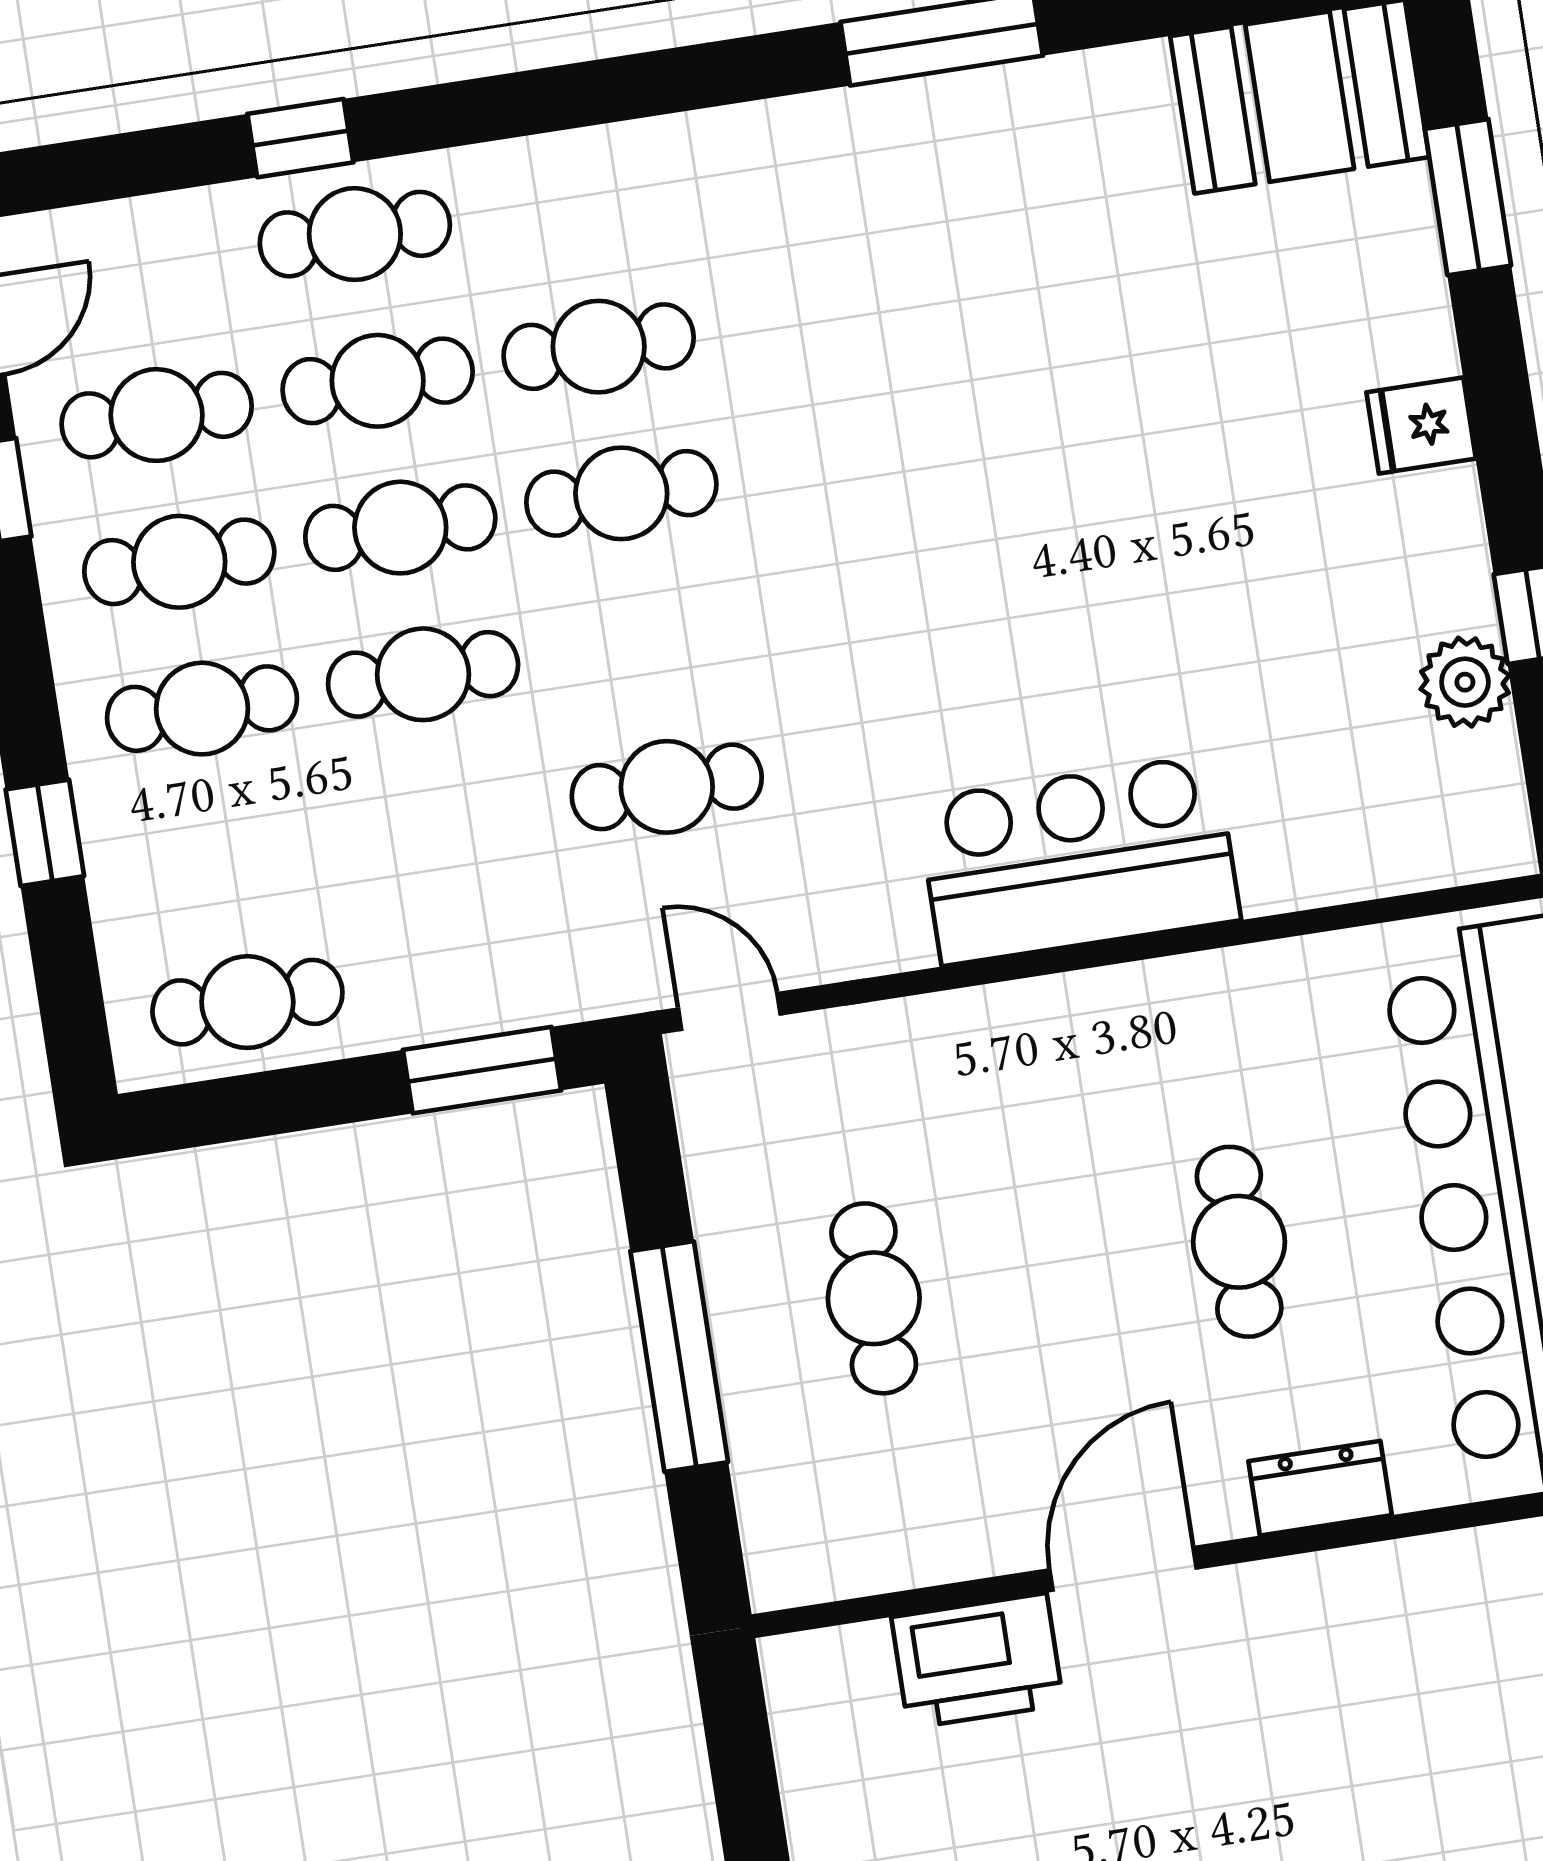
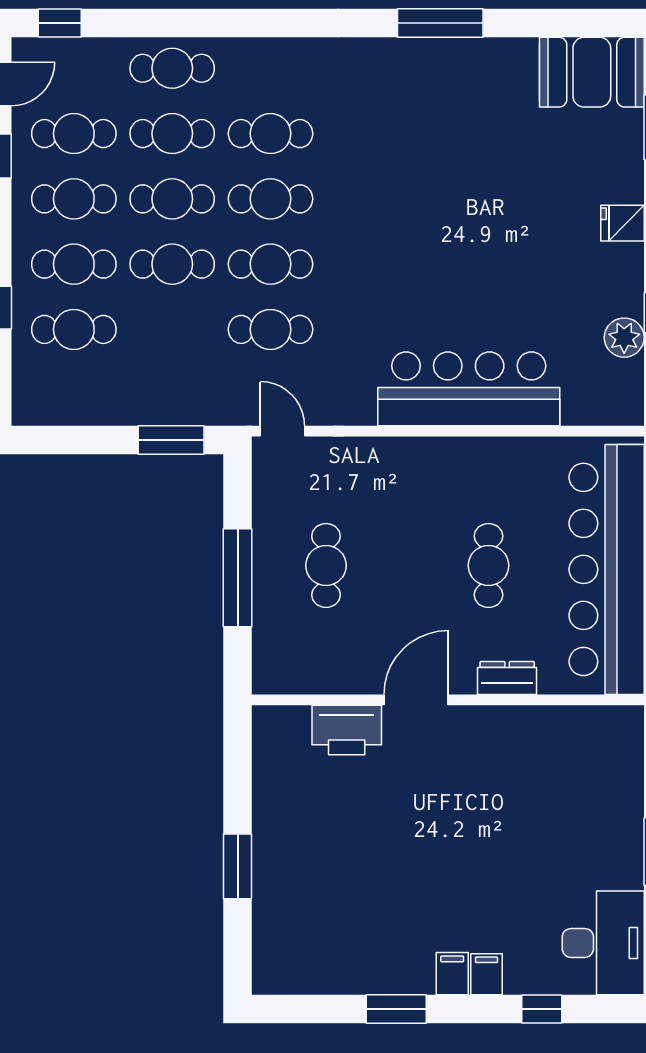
window: (300, 138) -> (60, 23), moved
cafe table: (644, 640) -> (270, 264), added
bar counter: (1079, 860) -> (469, 389), width x1.36
cafe table: (247, 1002) -> (74, 329), moved

